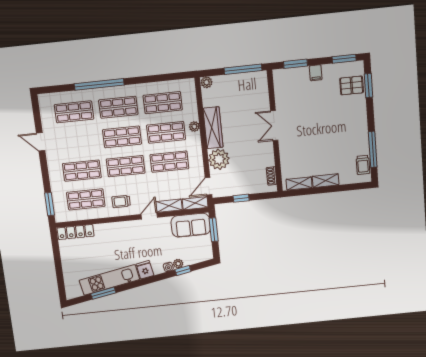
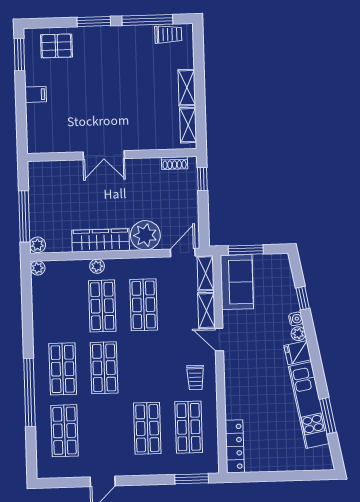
window: (296, 64) -> (21, 121), removed
window: (243, 69) -> (24, 216), moved
plant: (190, 84) -> (38, 268), added
pallet: (352, 85) -> (56, 46), turned 90
window: (369, 86) -> (94, 22), moved
shop shelf: (163, 103) -> (61, 307), removed
shop shelf: (126, 166) -> (145, 367), removed
door: (208, 186) -> (183, 253), swing flipped
window: (241, 198) -> (202, 179), moved
plant: (178, 264) -> (298, 334), moved

